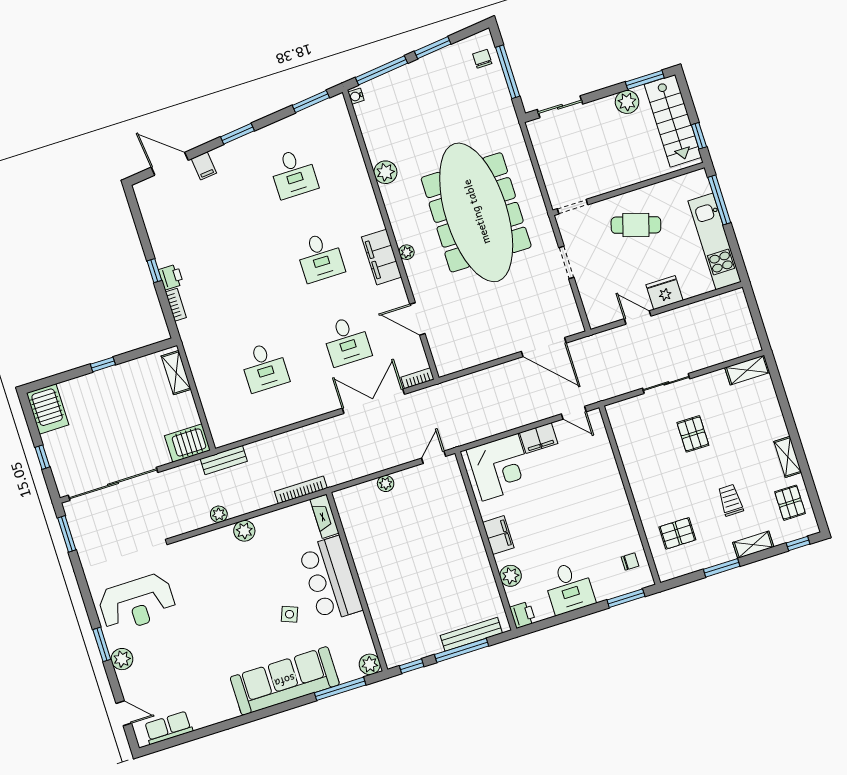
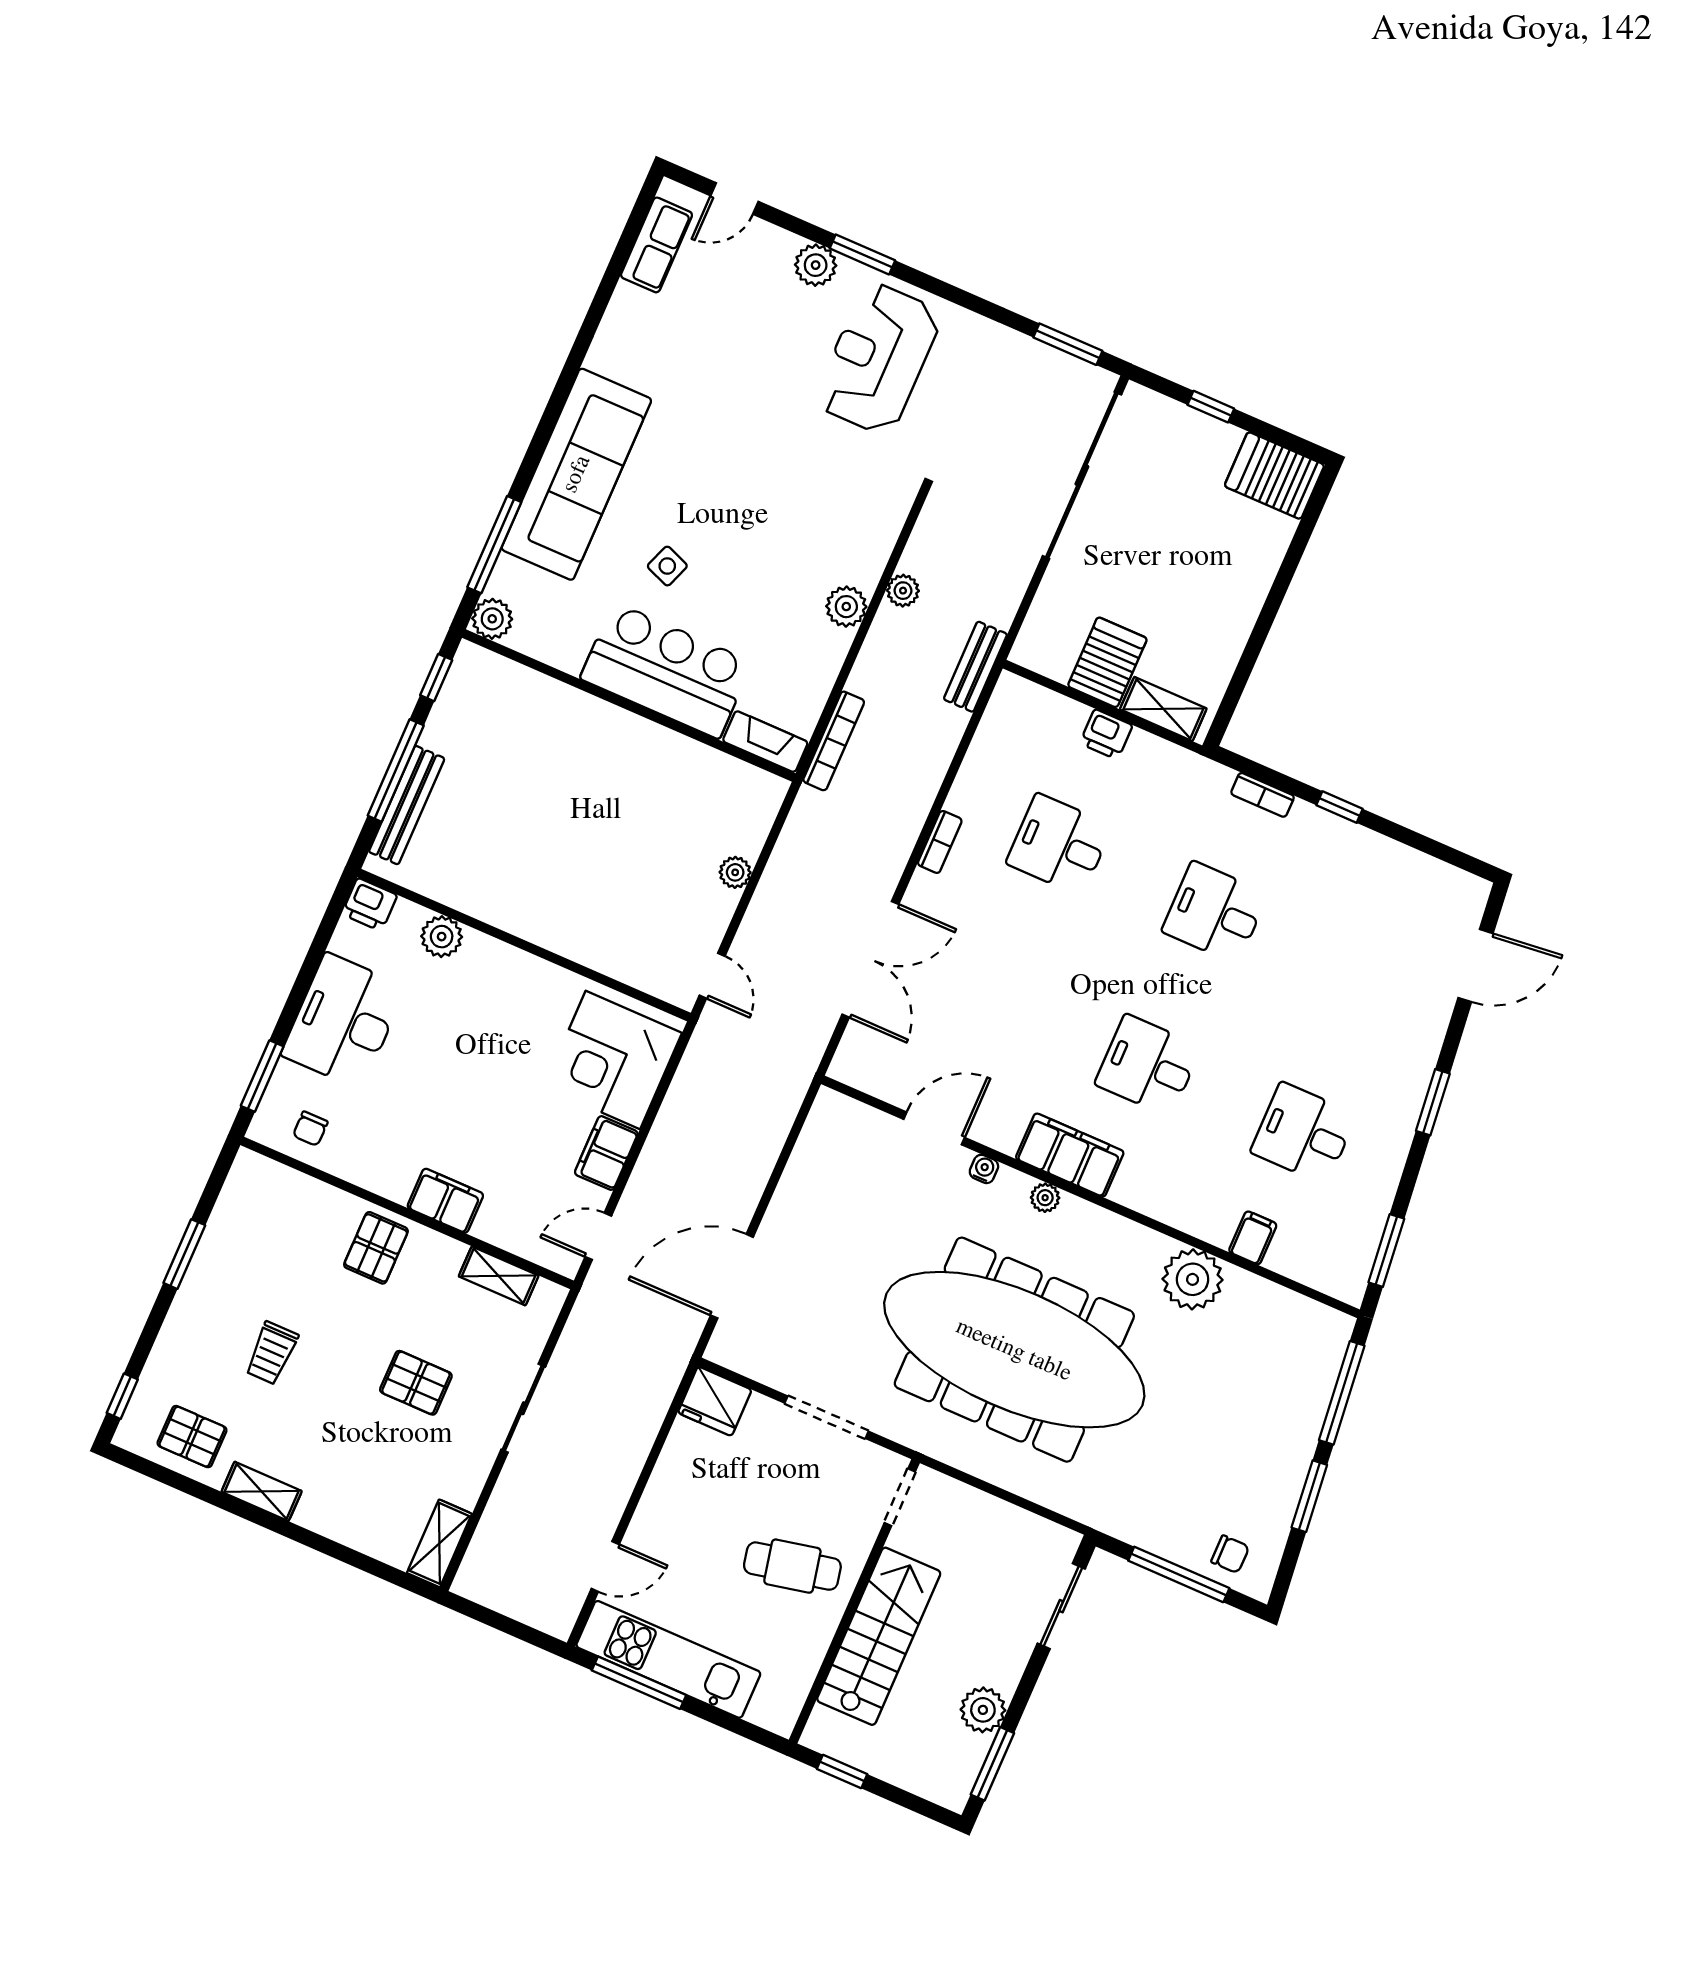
water cooler: (356, 96) -> (984, 1169), moved
stairs: (673, 121) -> (879, 1636), moved, turned 90
filing cabinet: (204, 166) -> (1253, 1238), moved, turned 96
plant: (385, 172) -> (1193, 1279), width x1.36, depth x1.36
window: (719, 200) -> (639, 1683), moved
cafe table: (636, 225) -> (792, 1566), turned 61
doorway: (566, 262) -> (827, 1417), width x1.38
printer: (171, 277) -> (1106, 734), moved
fridge: (664, 293) -> (715, 1401), moved, turned 90
door: (638, 317) -> (605, 1567), moved
desk: (347, 341) -> (1215, 912), moved
window: (103, 364) -> (1269, 613), removed
bookcase: (418, 378) -> (940, 842), moved
server rack: (187, 443) -> (1107, 662), moved
trolley: (730, 500) -> (272, 1353), turned 90
pallet: (677, 533) -> (376, 1248), moved
filing cabinet: (498, 535) -> (445, 1201), moved, turned 180
shelving: (753, 545) -> (499, 1276), moved, turned 90
desk: (569, 588) -> (343, 1021), width x1.37

